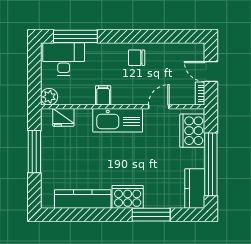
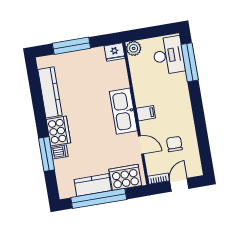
chair: (137, 58) -> (174, 144), moved
filing cabinet: (103, 95) -> (146, 113), moved
fridge: (63, 117) -> (115, 52), moved, turned -90
window: (34, 152) -> (71, 46), moved
kitchen counter: (195, 188) -> (93, 185), moved
dishwasher: (151, 199) -> (60, 152), added

